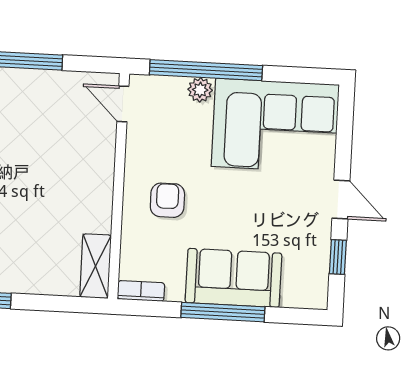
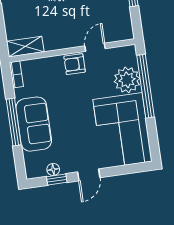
plant: (200, 90) -> (127, 80), width x1.88, depth x1.88
door: (123, 104) -> (95, 47), moved
armchair: (167, 200) -> (75, 64), moved, turned 180
floor lamp: (319, 260) -> (53, 169), added

